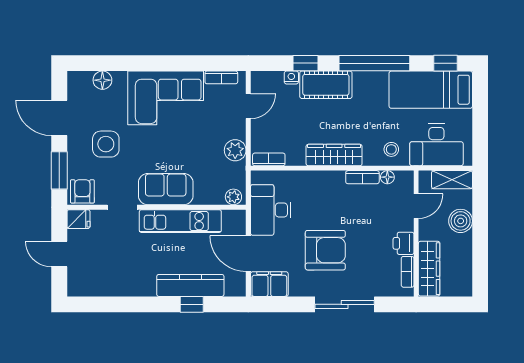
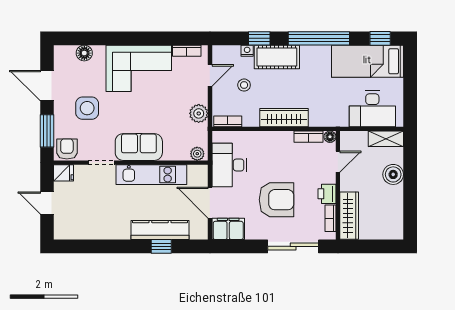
stool: (391, 149) -> (244, 85), moved
door: (416, 206) -> (338, 162), moved
wall: (416, 234) -> (338, 185), moved
printer: (403, 243) -> (327, 194), moved
wardrobe: (429, 269) -> (349, 216), moved
bookcase: (408, 272) -> (331, 218), moved

